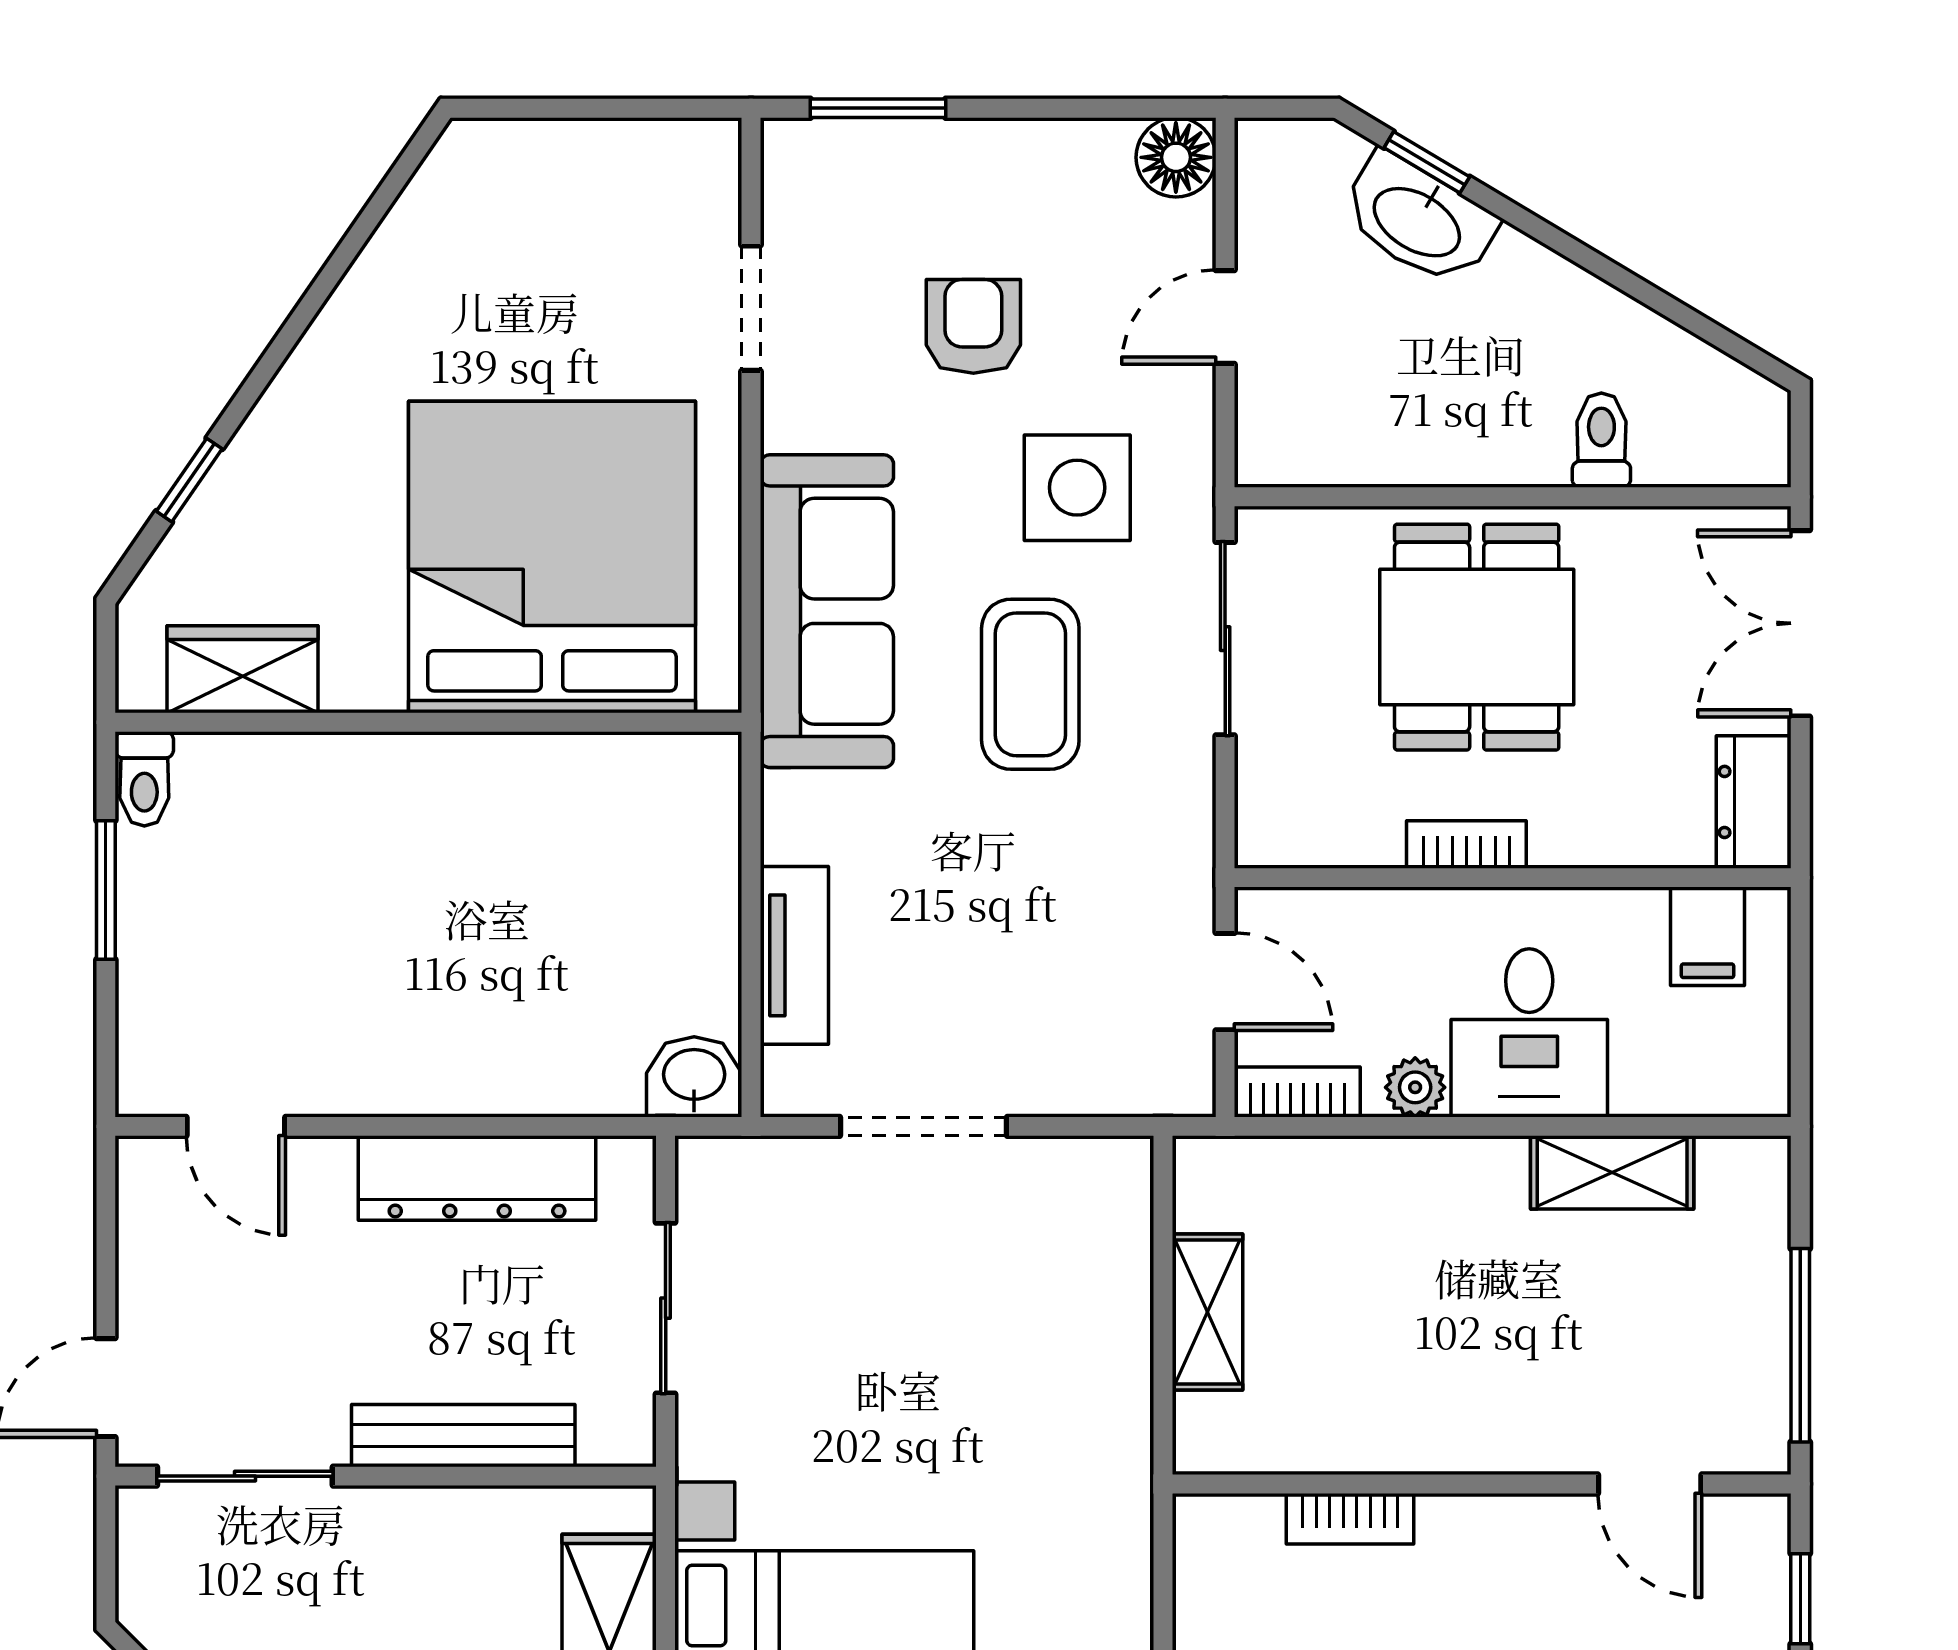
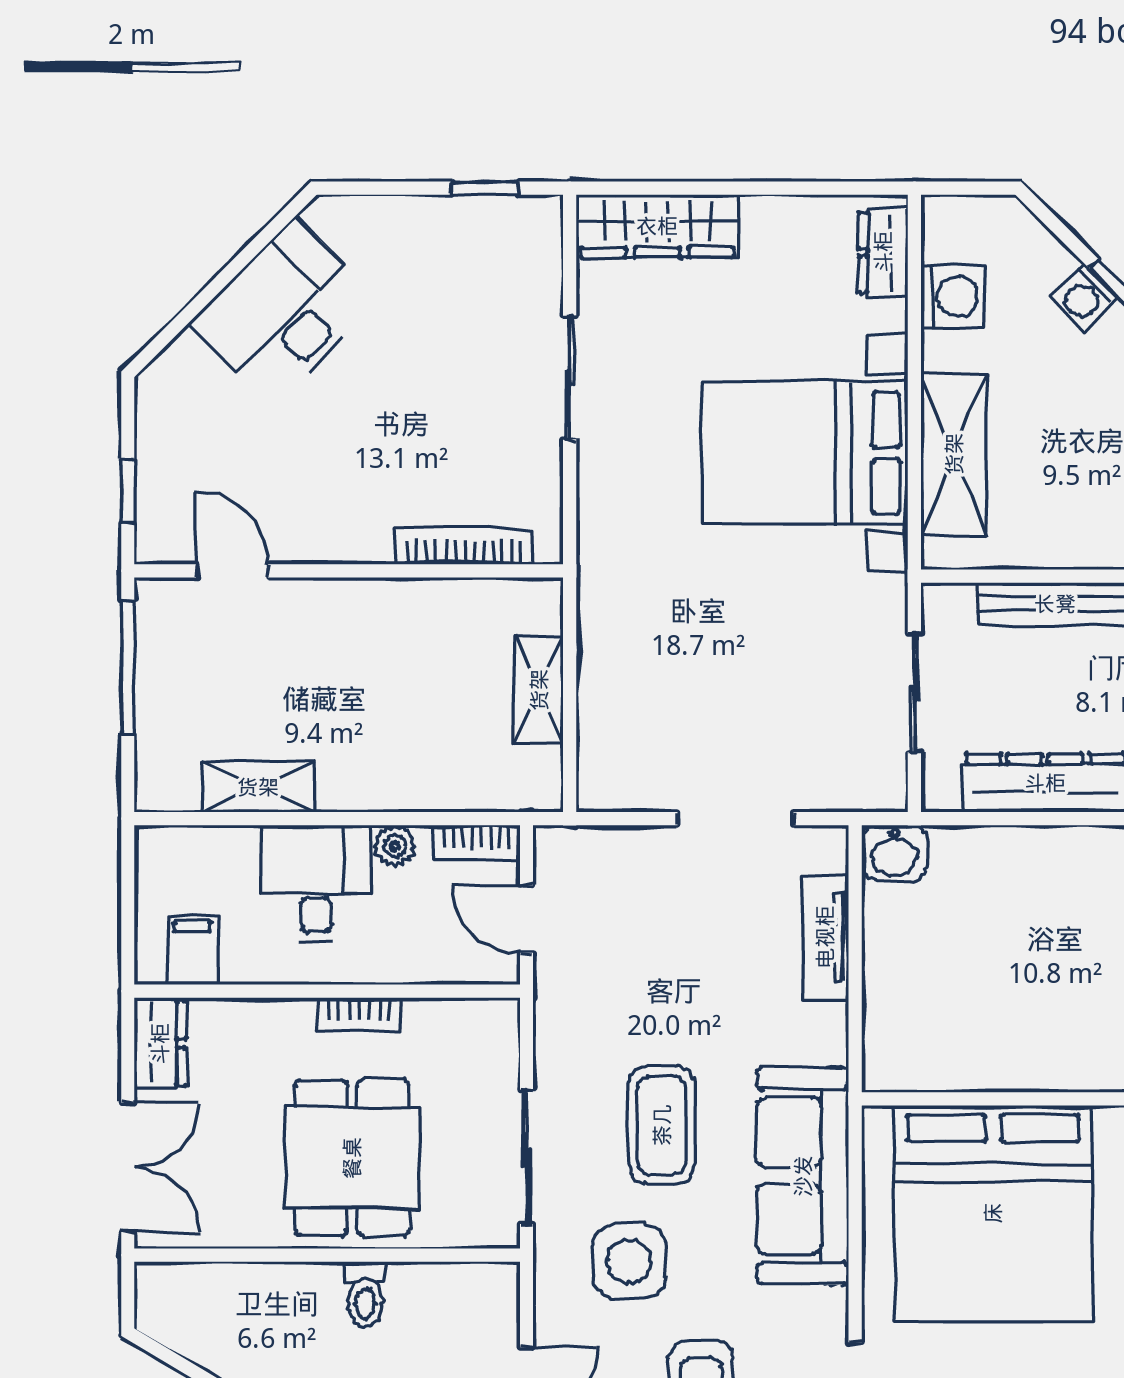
toilet: (1601, 440) -> (365, 1294), moved
bookcase: (1350, 1519) -> (465, 547), width x1.56

